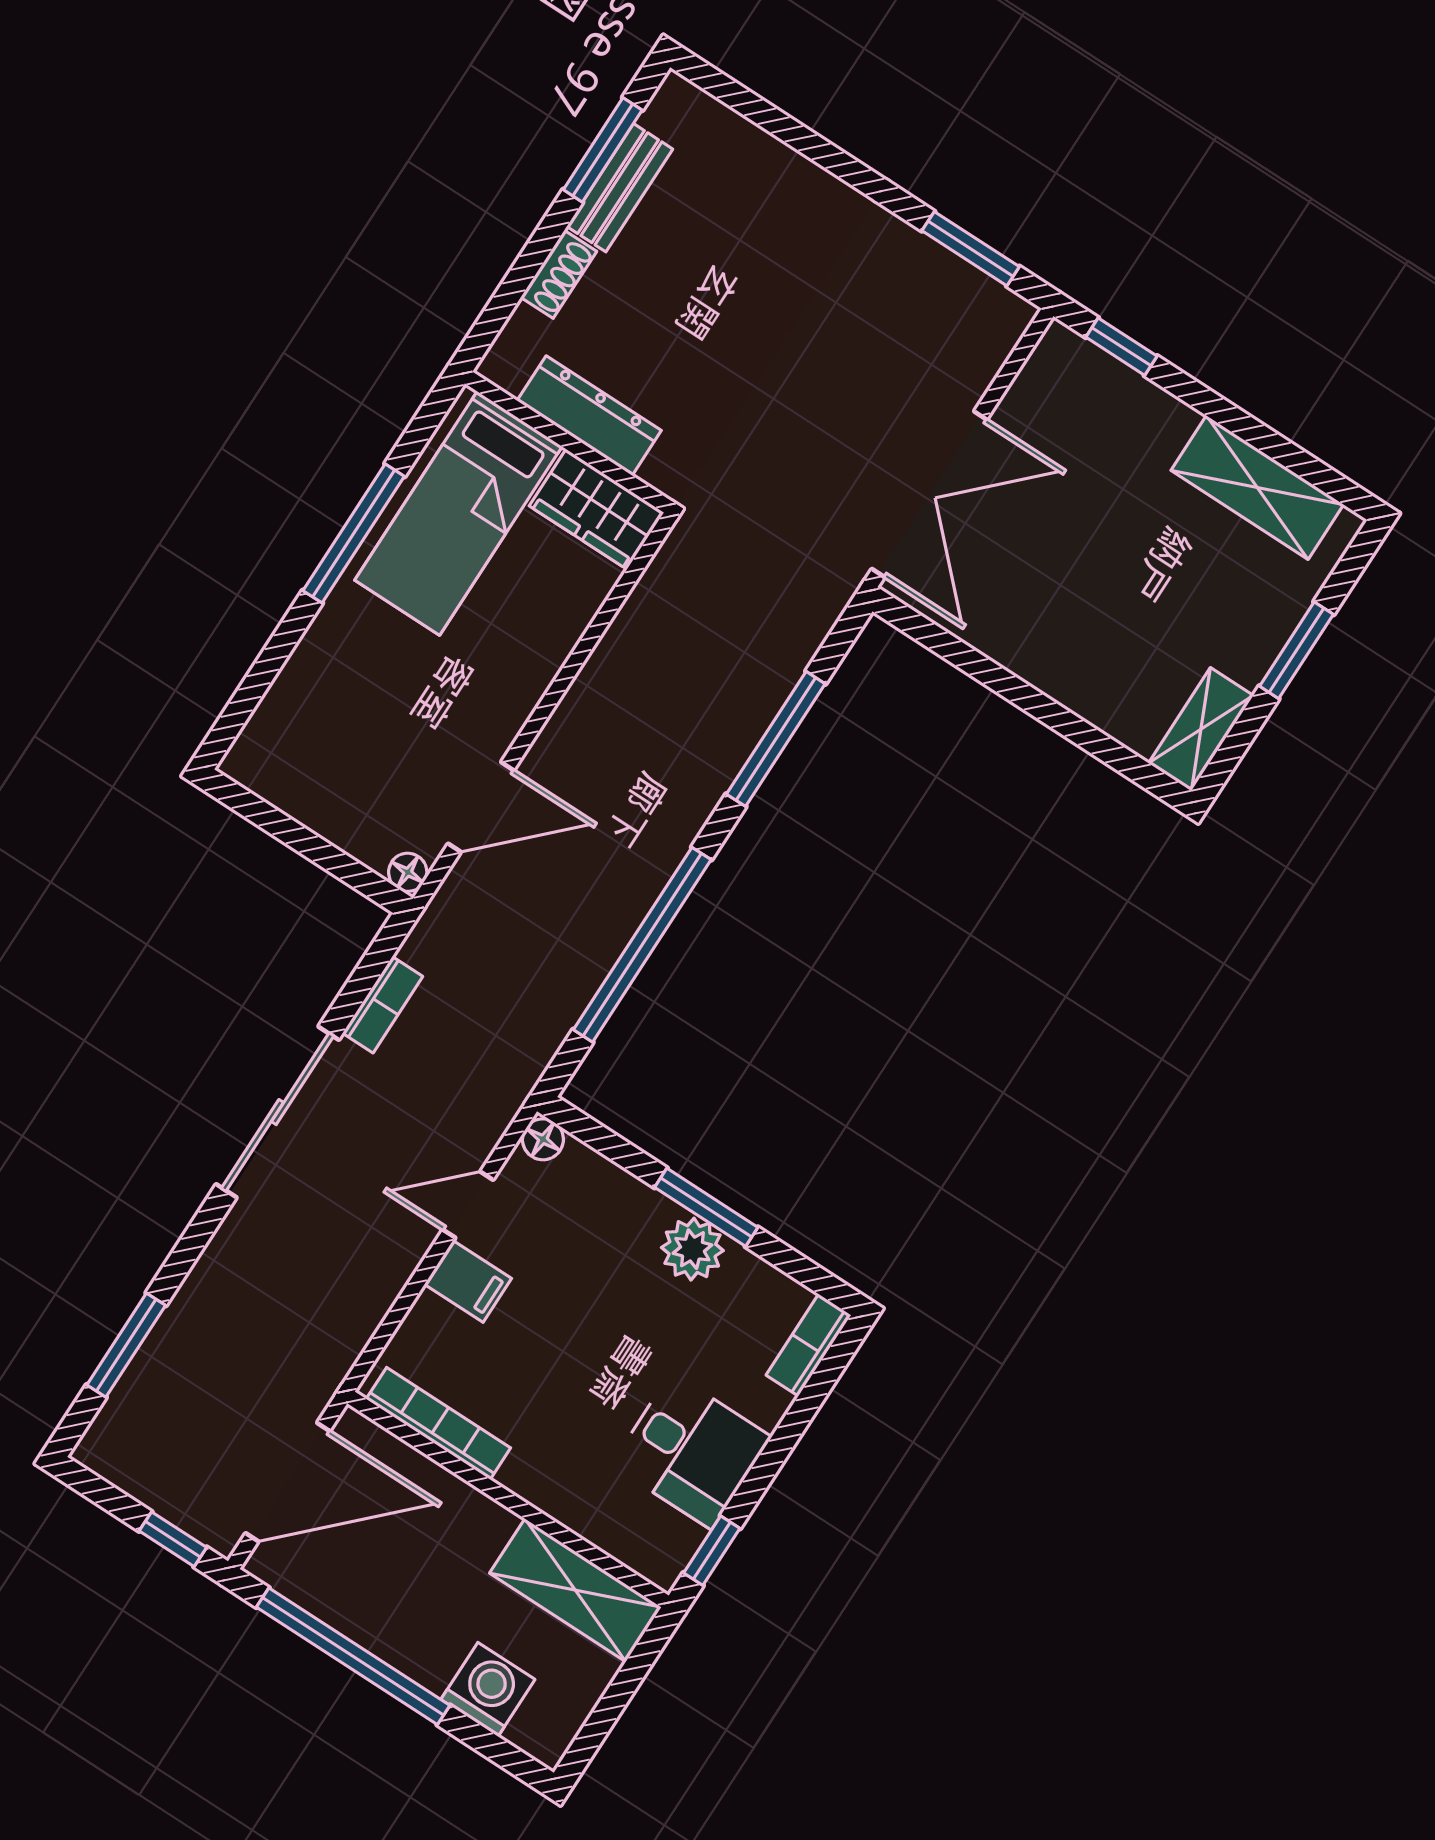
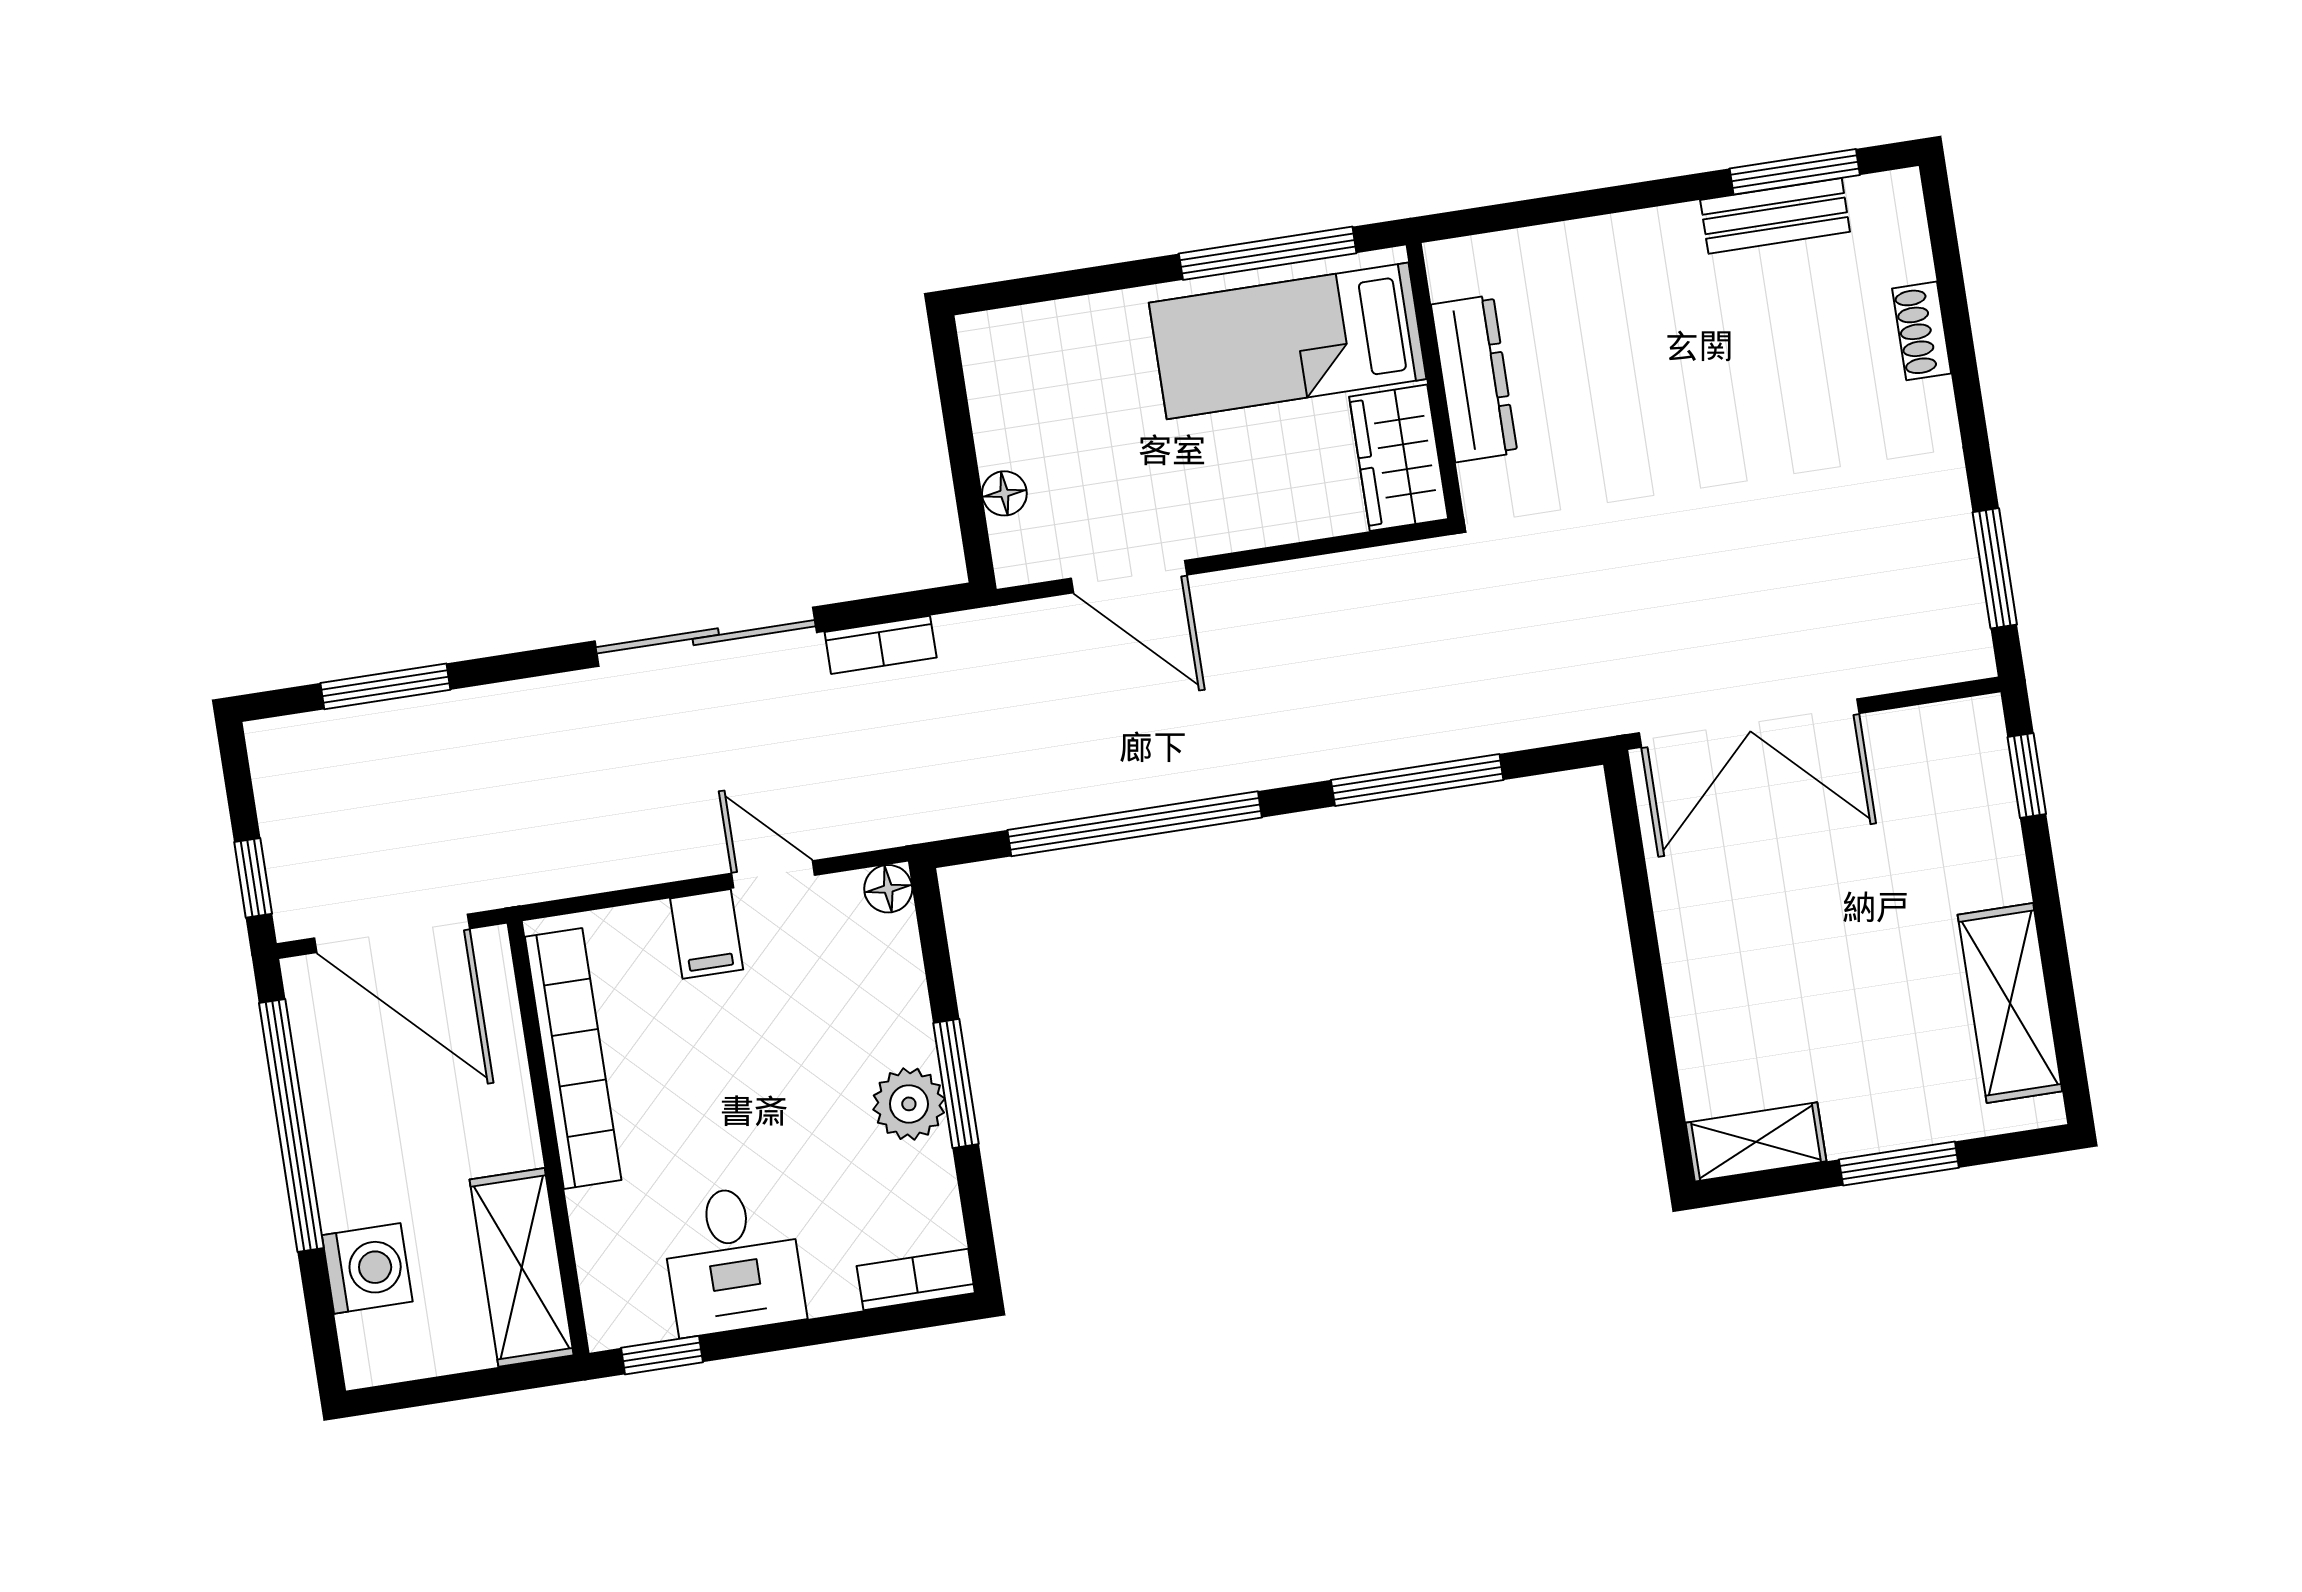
shoe rack: (559, 274) -> (1922, 331), moved, turned 90
dresser: (589, 416) -> (1474, 379), moved
wall: (568, 442) -> (1435, 381), moved
wardrobe: (597, 509) -> (1399, 458), moved
bed: (458, 513) -> (1288, 341), moved
floor lamp: (408, 872) -> (1004, 493), moved
bookcase: (438, 1423) -> (573, 1058), width x1.48, depth x1.31

